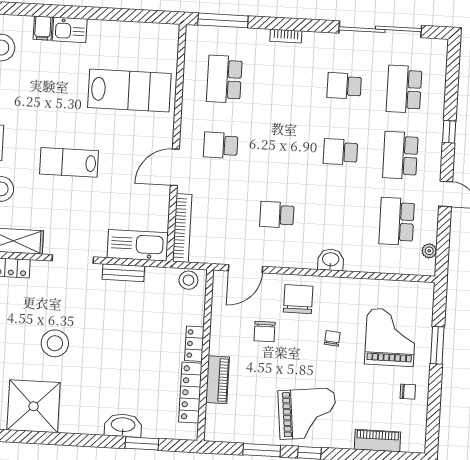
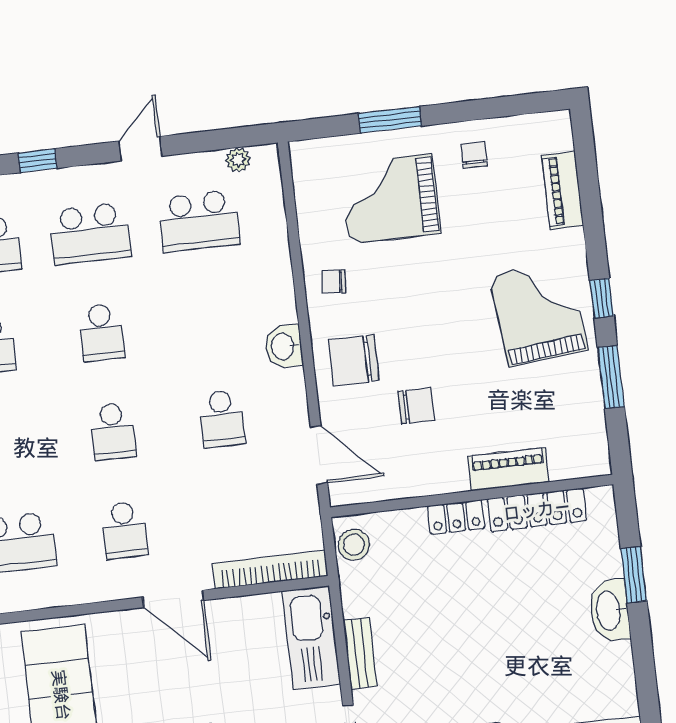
school desk: (281, 149) -> (113, 431), added
washbasin: (331, 260) -> (284, 346), moved
chair: (332, 338) -> (334, 281), moved

